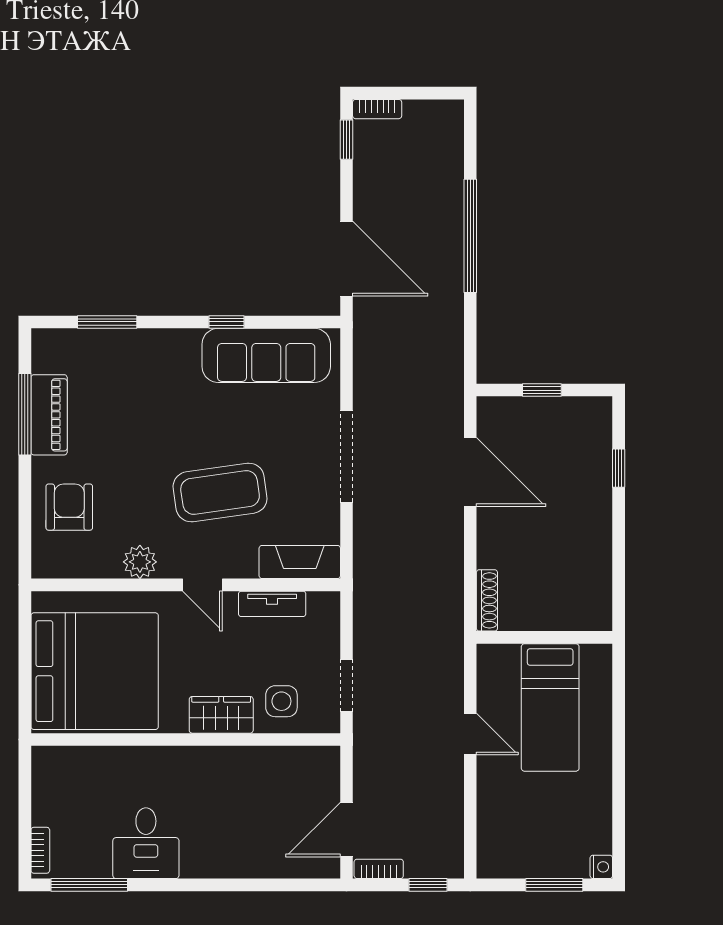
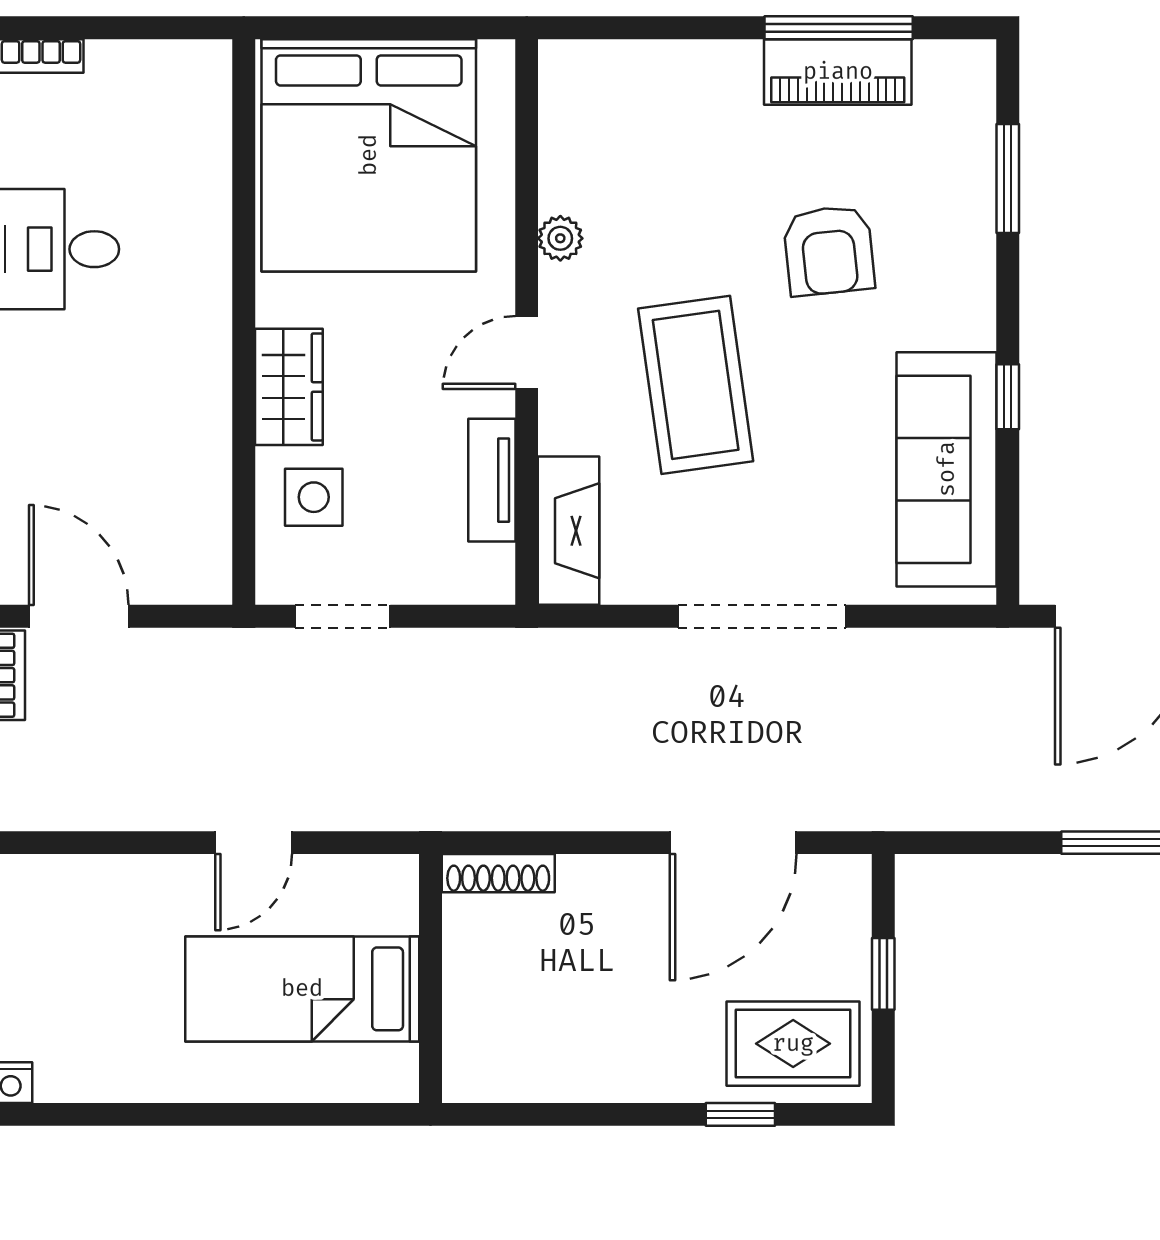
rug: (580, 439) -> (793, 1044), added
armchair: (69, 507) -> (829, 250), moved, turned 84
plant: (140, 562) -> (560, 238), width x0.73, depth x0.73

